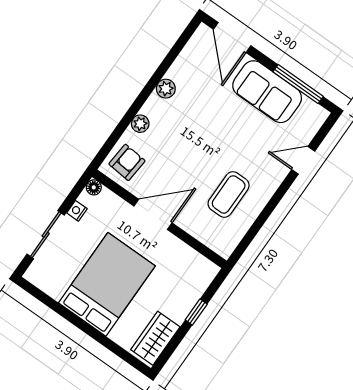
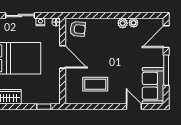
window: (298, 84) -> (166, 70), moved
sofa: (267, 92) -> (153, 86), moved
plant: (140, 124) -> (134, 23), moved
window: (196, 312) -> (44, 107), moved

